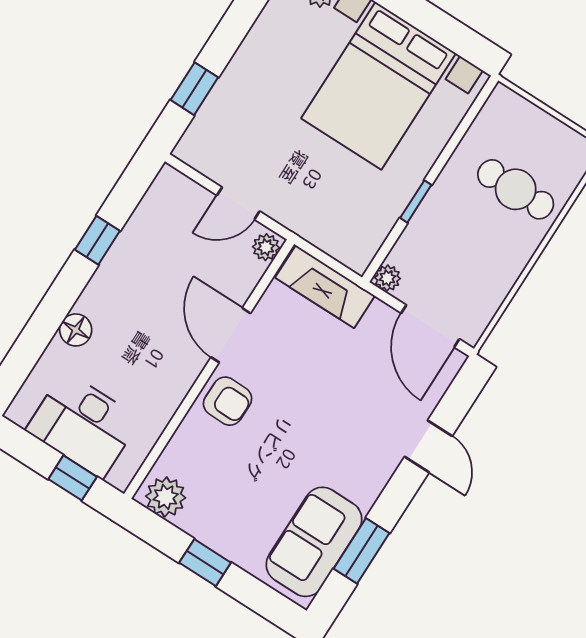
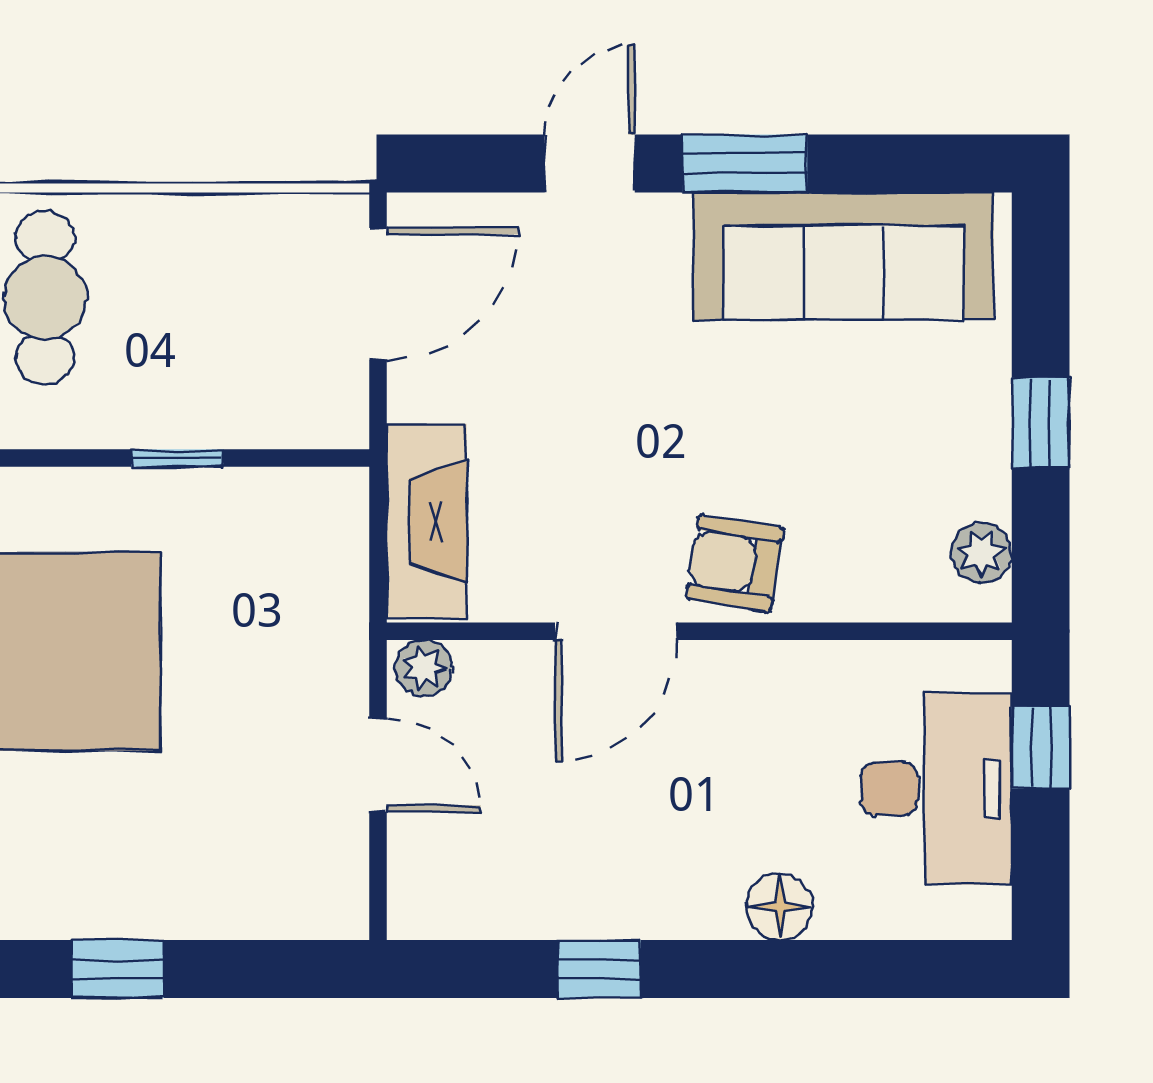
window: (194, 89) -> (117, 969), moved
plant: (387, 278) -> (342, 422), removed
armchair: (228, 401) -> (735, 563), turned -82
plant: (166, 497) -> (982, 553), width x0.73, depth x0.73
sofa: (314, 542) -> (843, 256), width x1.36
window: (362, 551) -> (745, 163), moved

